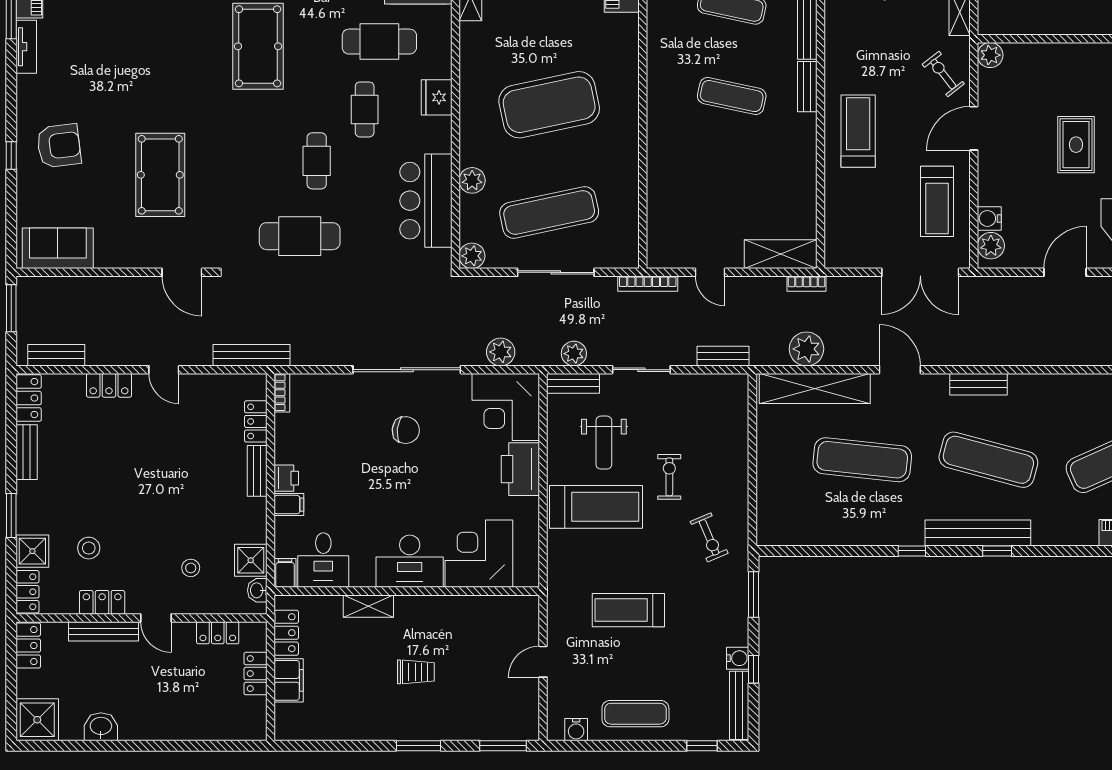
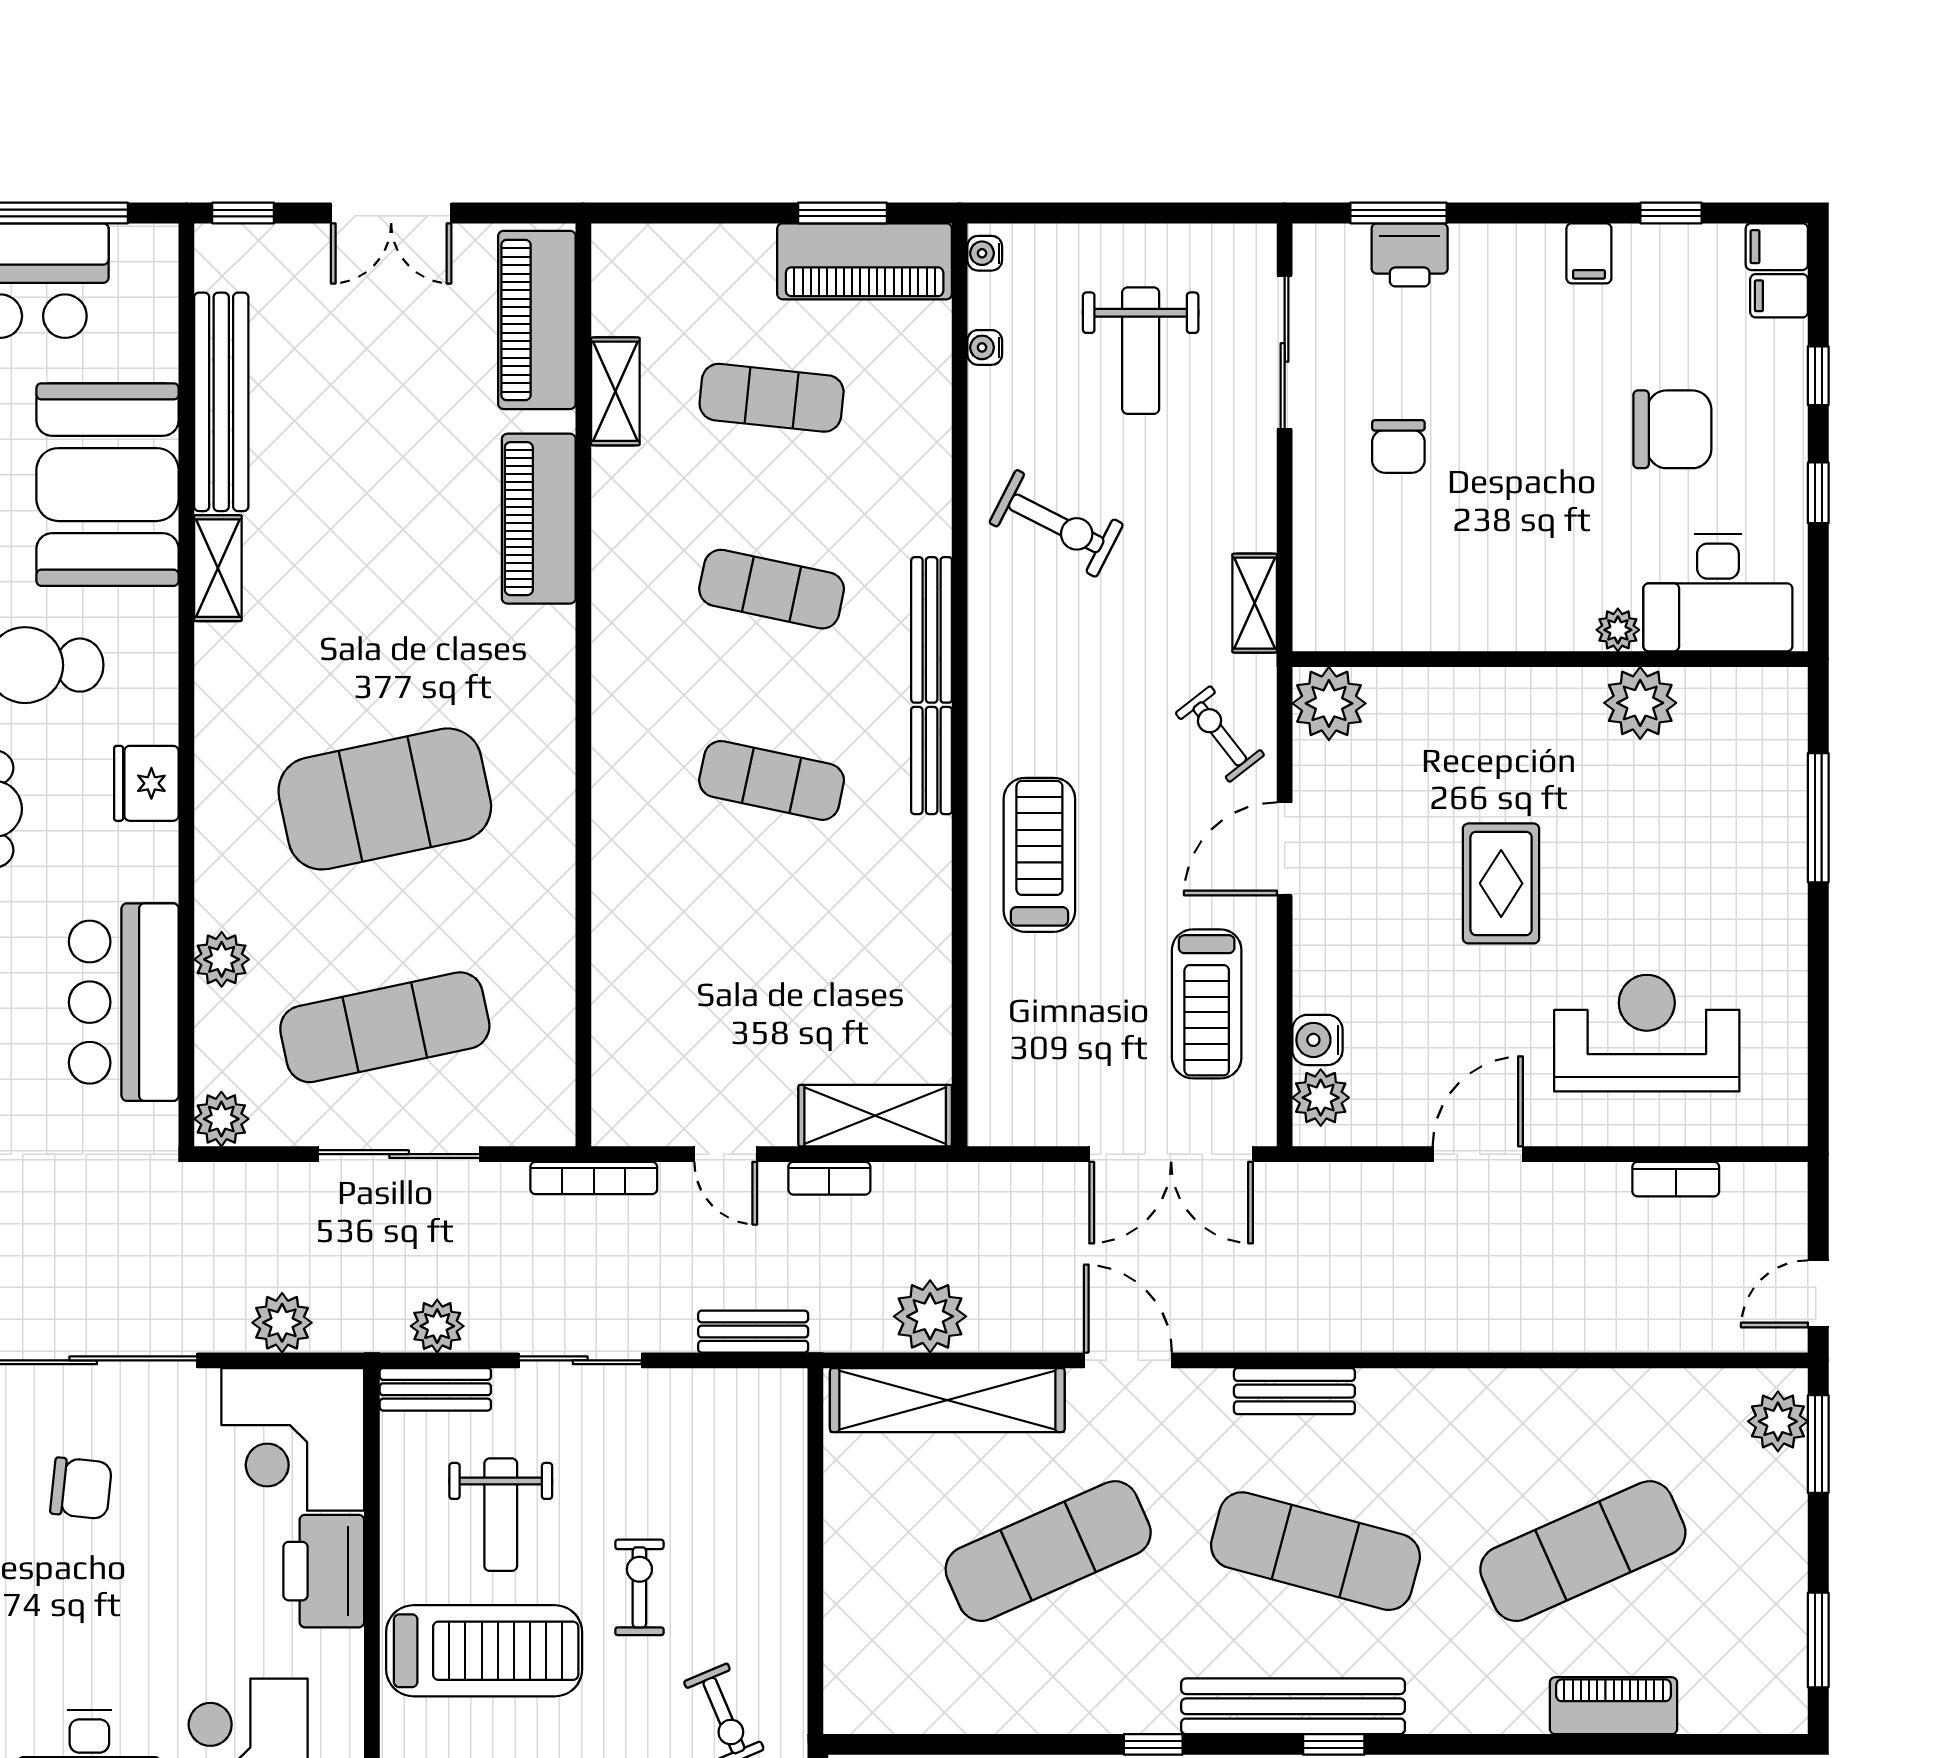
plant: (990, 55) -> (1329, 703), width x1.36, depth x1.36
bookcase: (807, 284) -> (829, 1178), moved
exercise mat: (862, 460) -> (1048, 1551), turned -30

